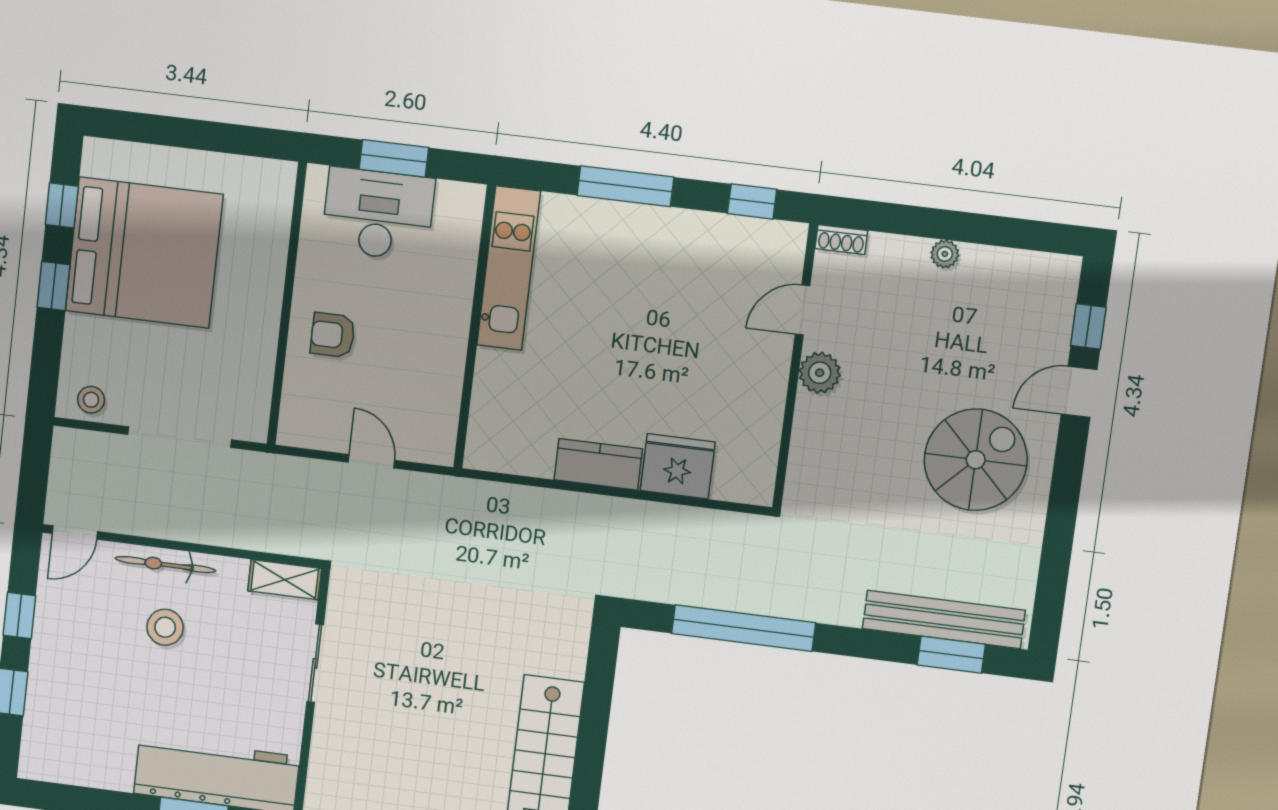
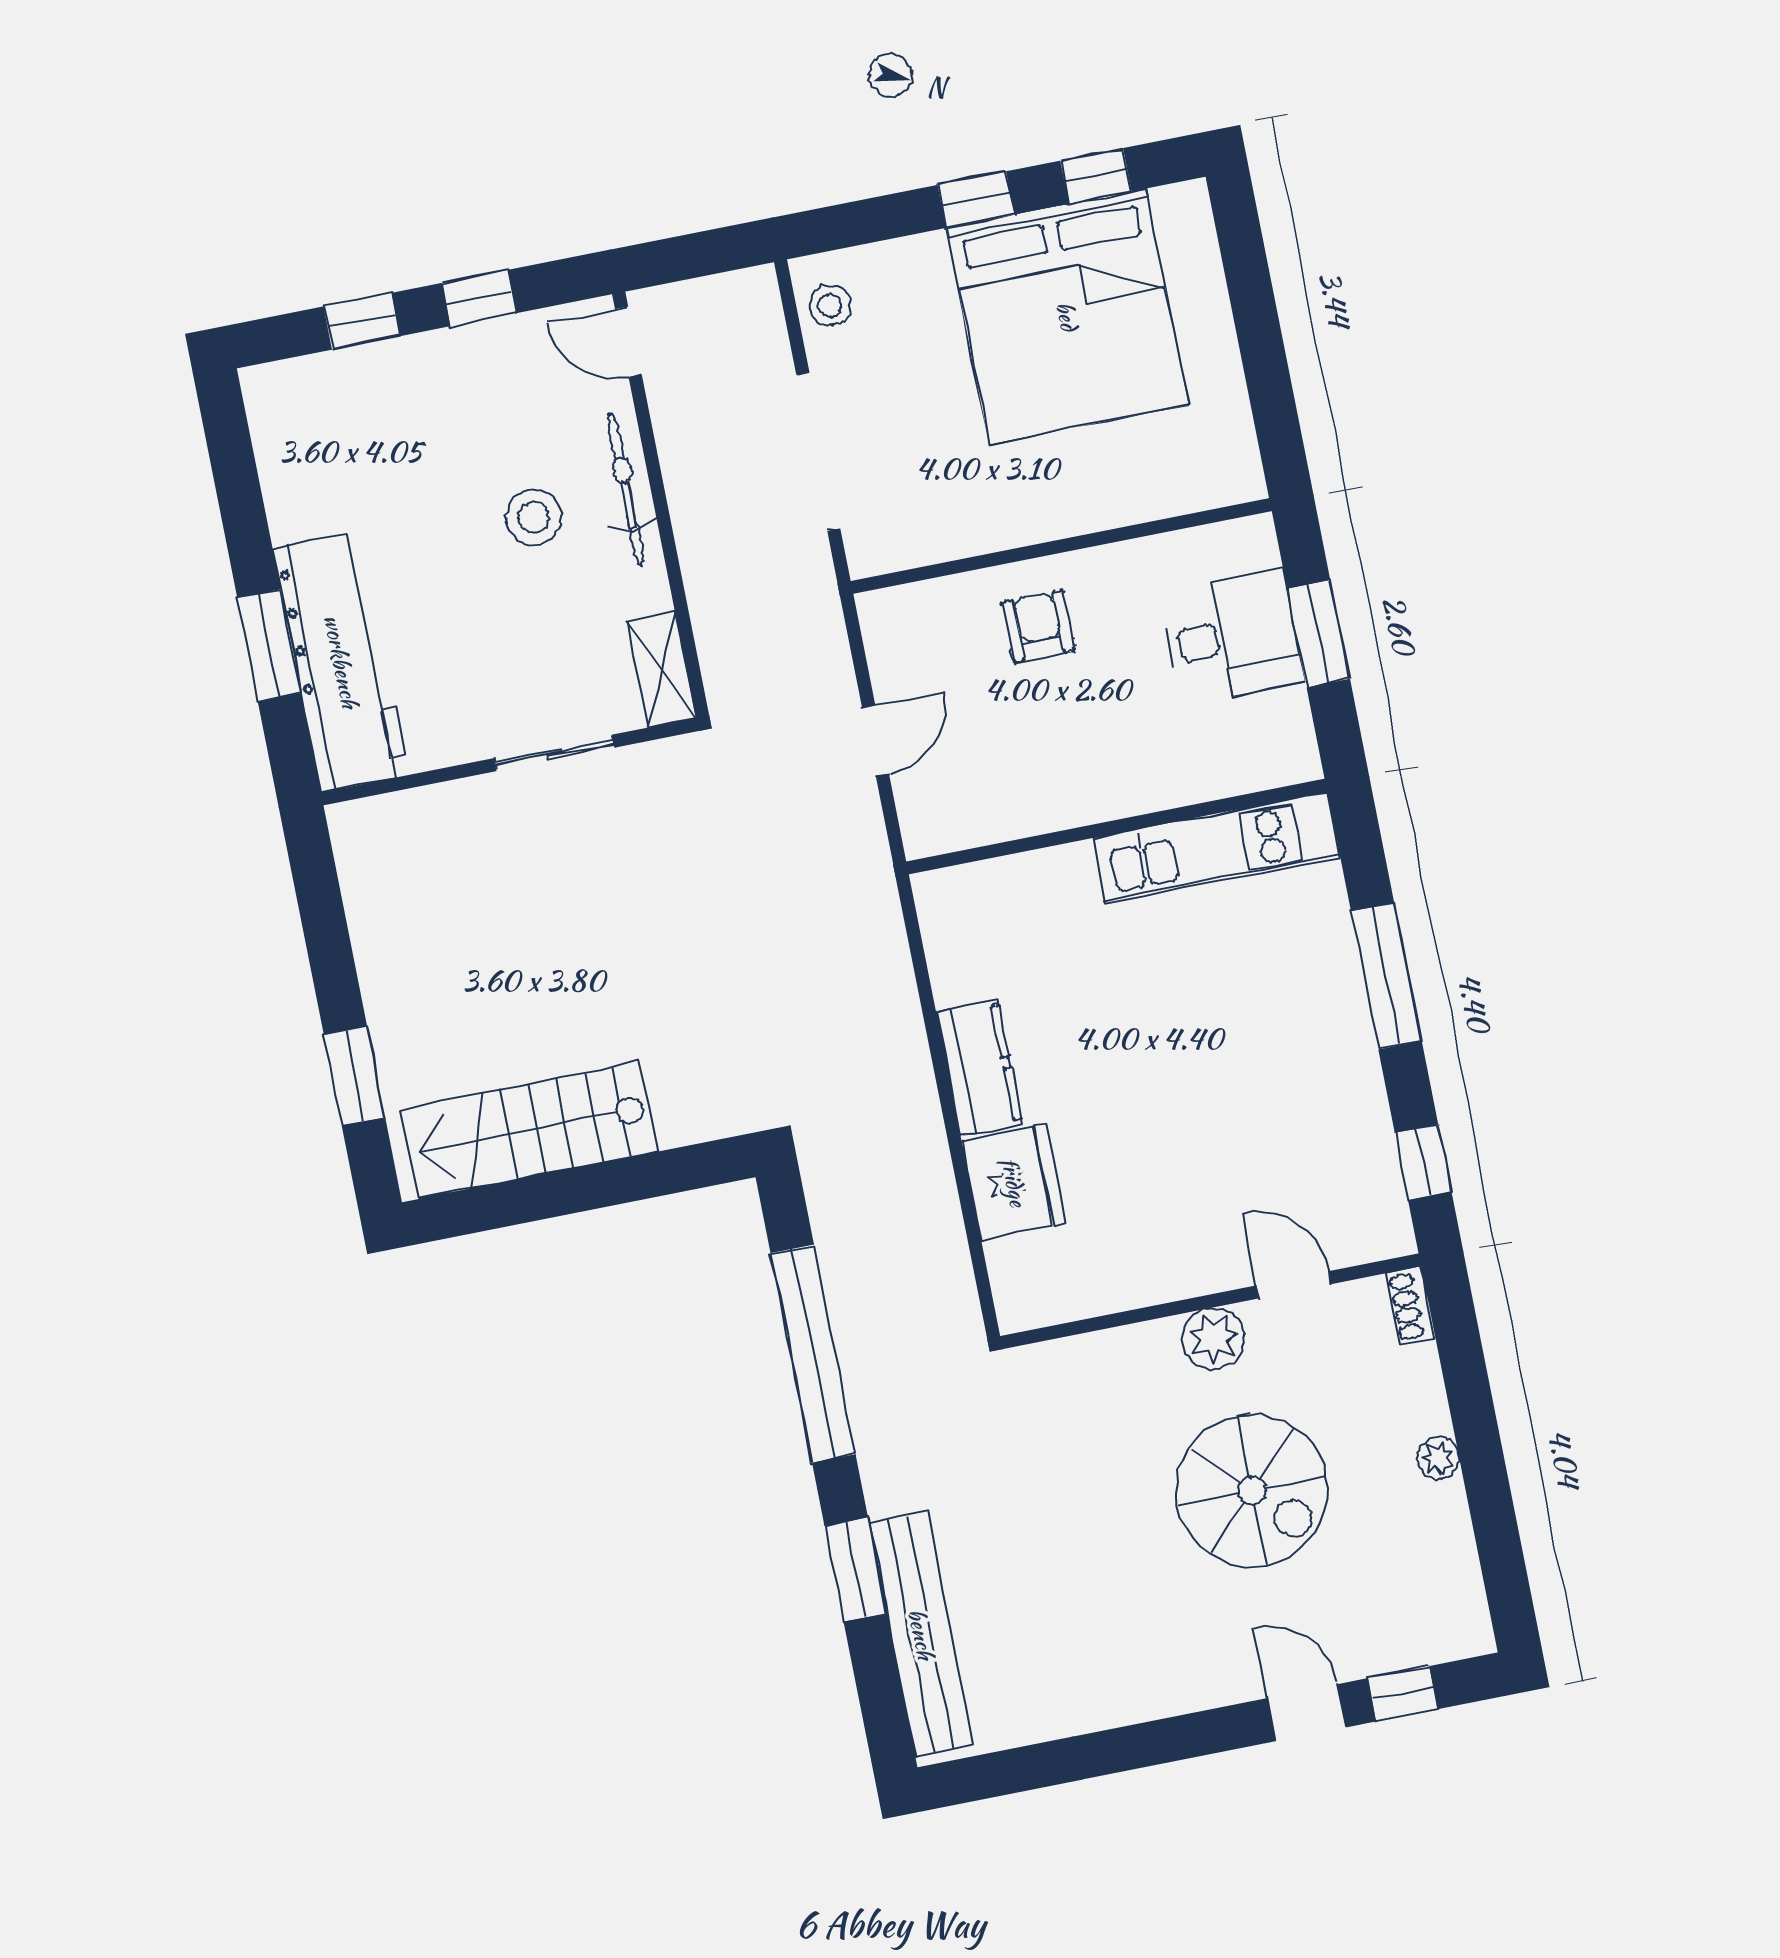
desk: (378, 214) -> (1232, 636), width x0.73
spiral stairs: (976, 460) -> (1252, 1491), moved
window: (951, 655) -> (856, 1570), moved

